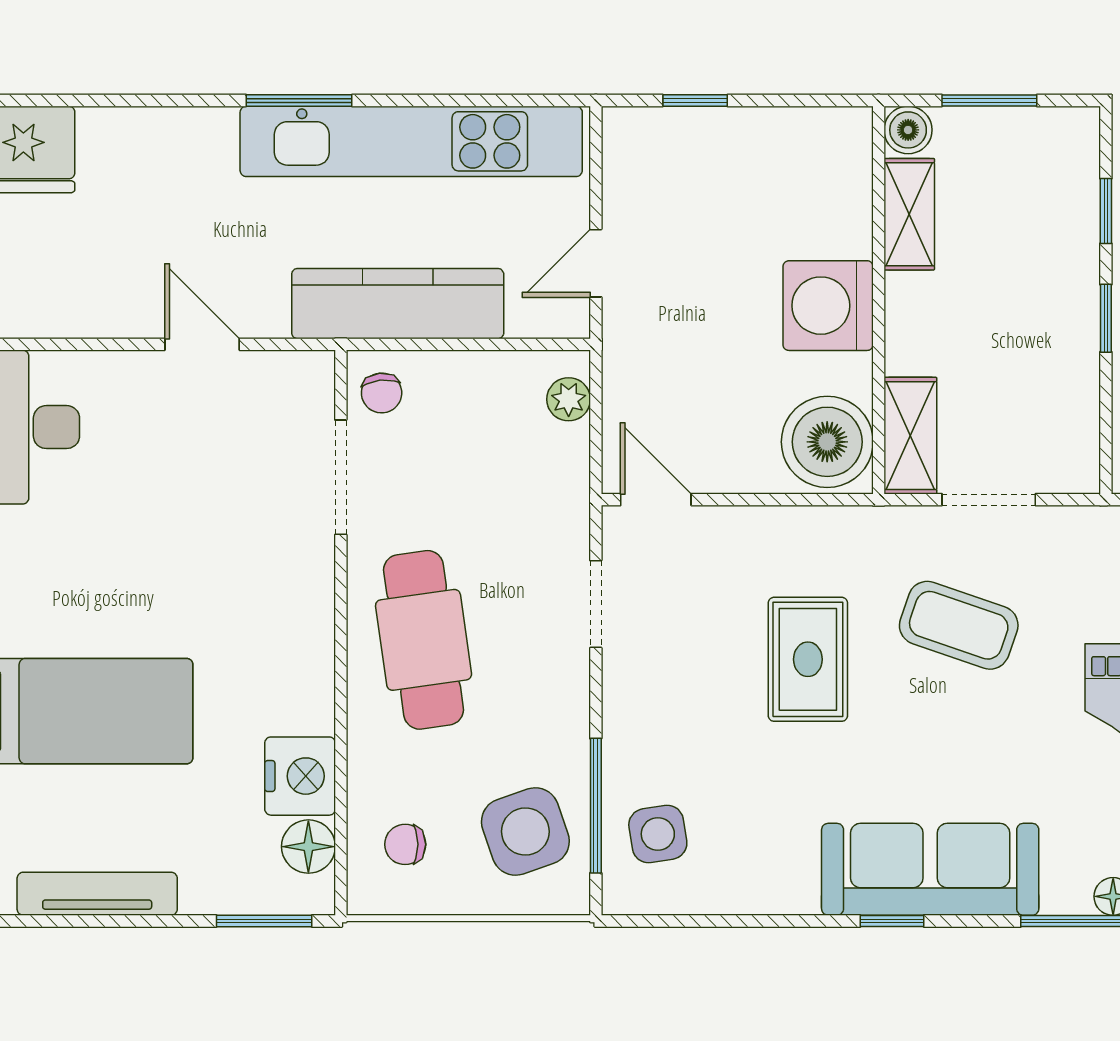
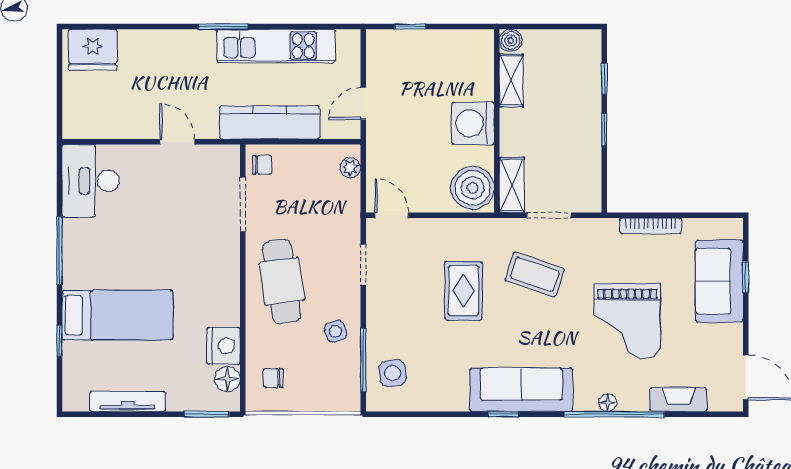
window: (989, 100) -> (549, 27), removed
kitchen unit: (411, 141) -> (276, 46), width x0.73
chair: (382, 393) -> (262, 165), turned -84
side table: (525, 832) -> (335, 331), moved, width x0.54, depth x0.54

